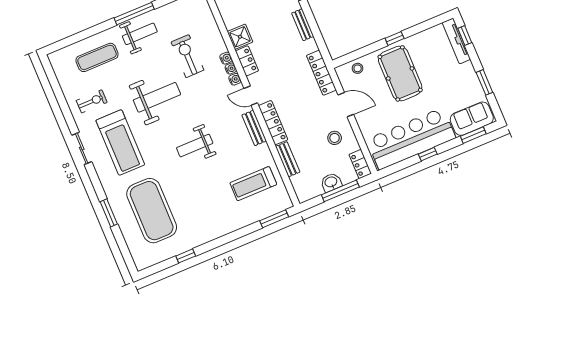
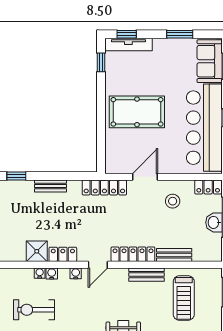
window: (395, 38) -> (101, 62), moved
stool: (358, 68) -> (115, 151), removed
water cooler: (231, 69) -> (40, 273), moved
bench: (254, 128) -> (146, 275), moved

